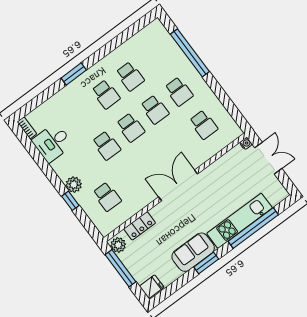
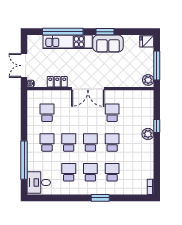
school desk: (82, 112) -> (112, 172), added
desk: (52, 143) -> (39, 183), moved, turned 180
school desk: (107, 197) -> (112, 113), moved
locker: (140, 226) -> (57, 82), moved

